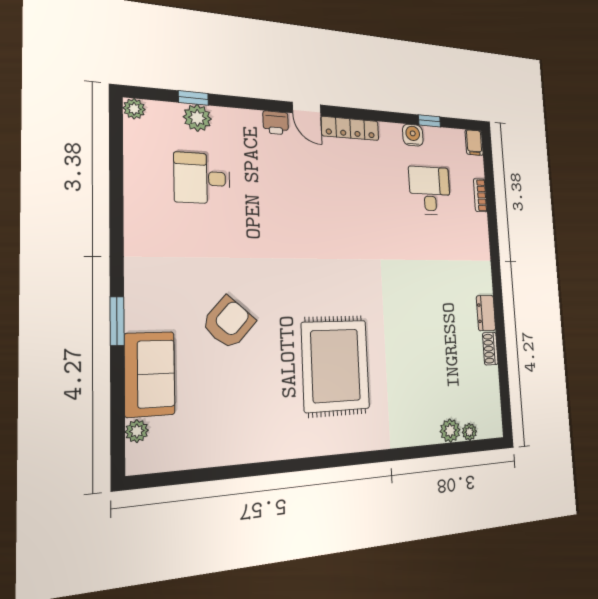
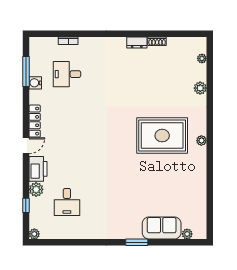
plant: (197, 118) -> (36, 189), moved
window: (429, 121) -> (26, 71), width x2.17
printer: (276, 123) -> (38, 169), width x1.87, depth x1.48
filing cabinet: (474, 143) -> (37, 42), removed
armchair: (229, 323) -> (139, 190), removed
plant: (450, 431) -> (200, 88), moved
plant: (330, 445) -> (201, 141), added

